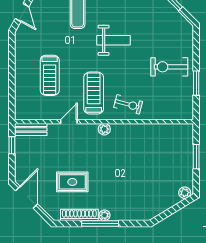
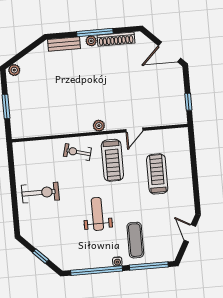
weight bench: (114, 40) -> (97, 214), turned 90
window: (196, 83) -> (12, 179), removed
bench: (31, 129) -> (64, 44), moved
rug: (72, 182) -> (126, 71), removed
door: (27, 197) -> (169, 52), hinge flipped

